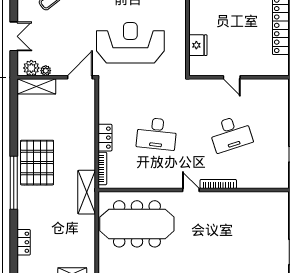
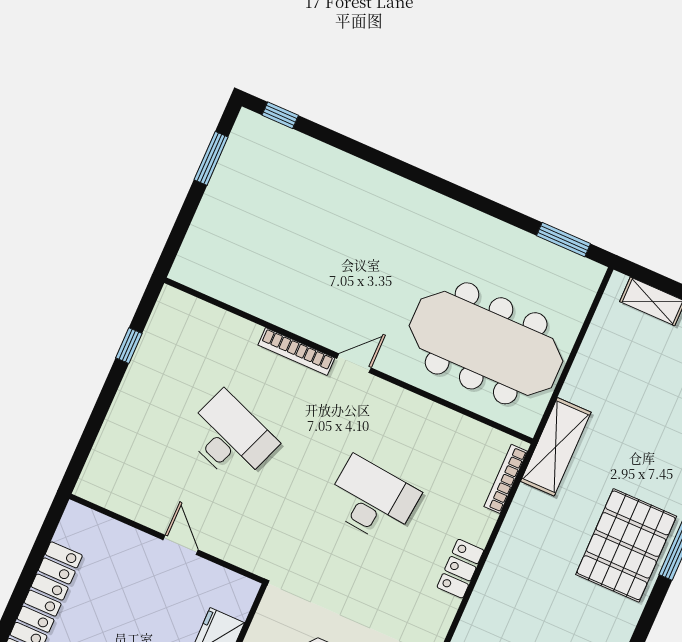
desk: (231, 134) -> (230, 438), turned 39
locker: (105, 138) -> (460, 569), moved
door: (191, 190) -> (354, 363), swing flipped

